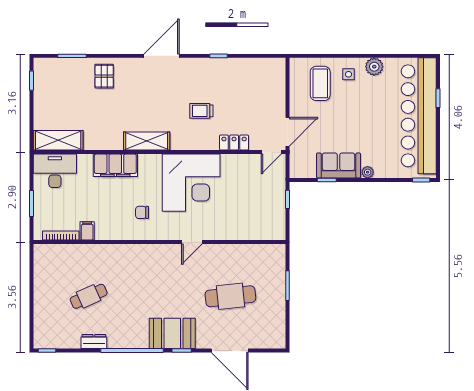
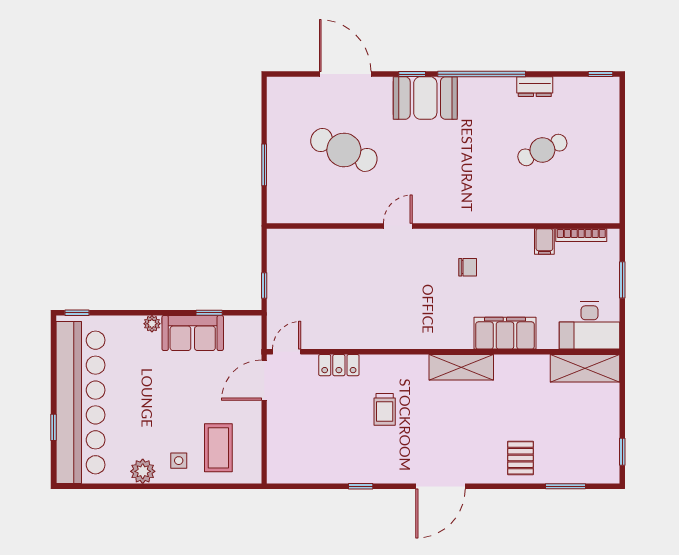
trolley: (201, 111) -> (385, 409), turned 90
corner desk: (191, 183) -> (399, 309), removed
cafe table: (230, 296) -> (344, 150), turned 30

